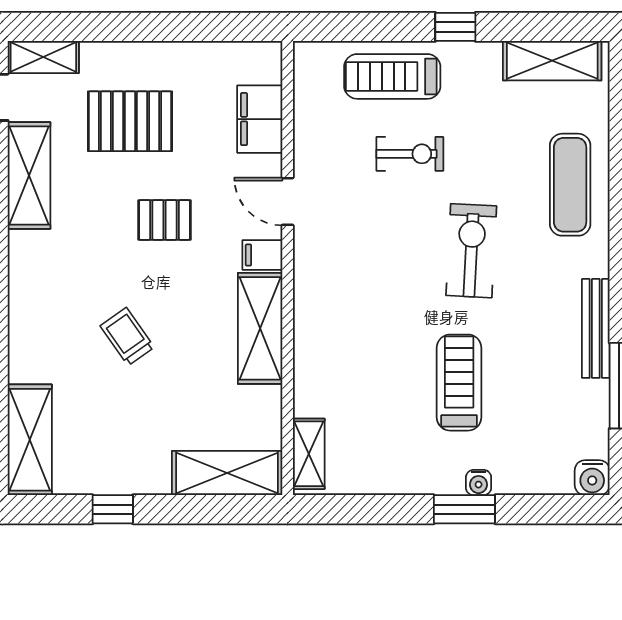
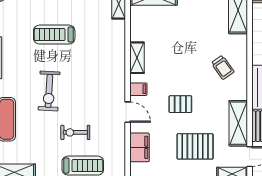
shelving: (260, 328) -> (137, 58), width x0.67, depth x0.75
trolley: (127, 337) -> (223, 67), moved
treadmill: (459, 383) -> (54, 35), turned 90

